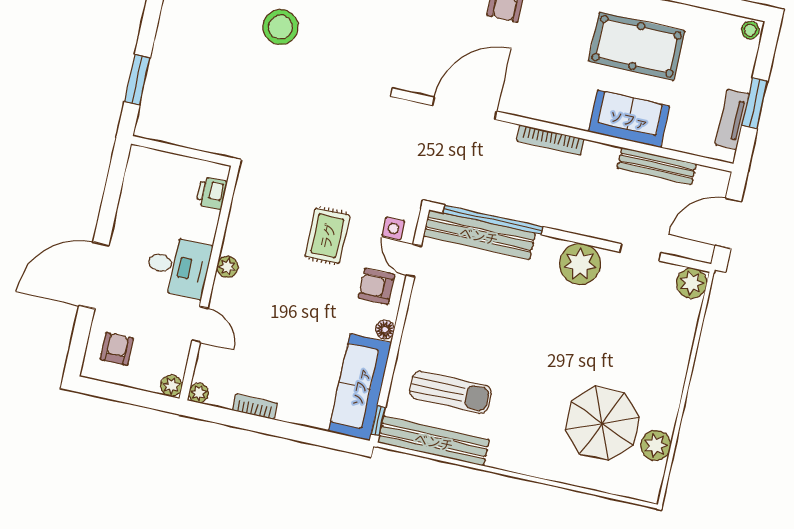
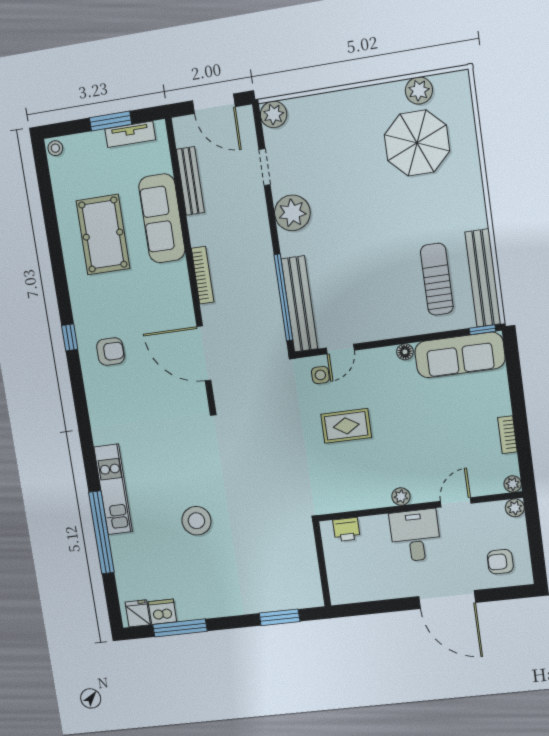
sofa: (629, 119) -> (162, 218), width x1.36
armchair: (376, 286) -> (372, 372), removed

